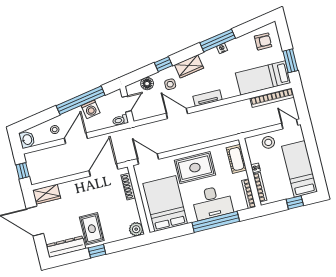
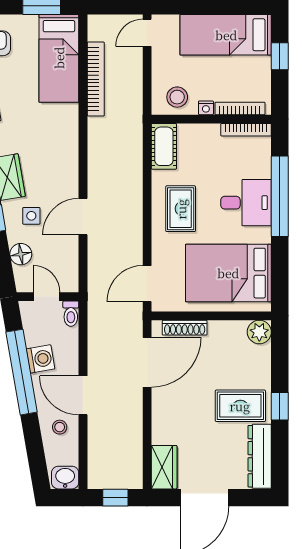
tv unit: (207, 98) -> (70, 159), removed
bookcase: (272, 98) -> (96, 79), moved
stool: (268, 142) -> (177, 97), moved
cot: (236, 159) -> (164, 146), moved, turned 90
rug: (195, 168) -> (181, 209), width x0.73, depth x0.70
door: (104, 170) -> (147, 362), swing flipped
desk: (212, 203) -> (246, 203), width x0.73

